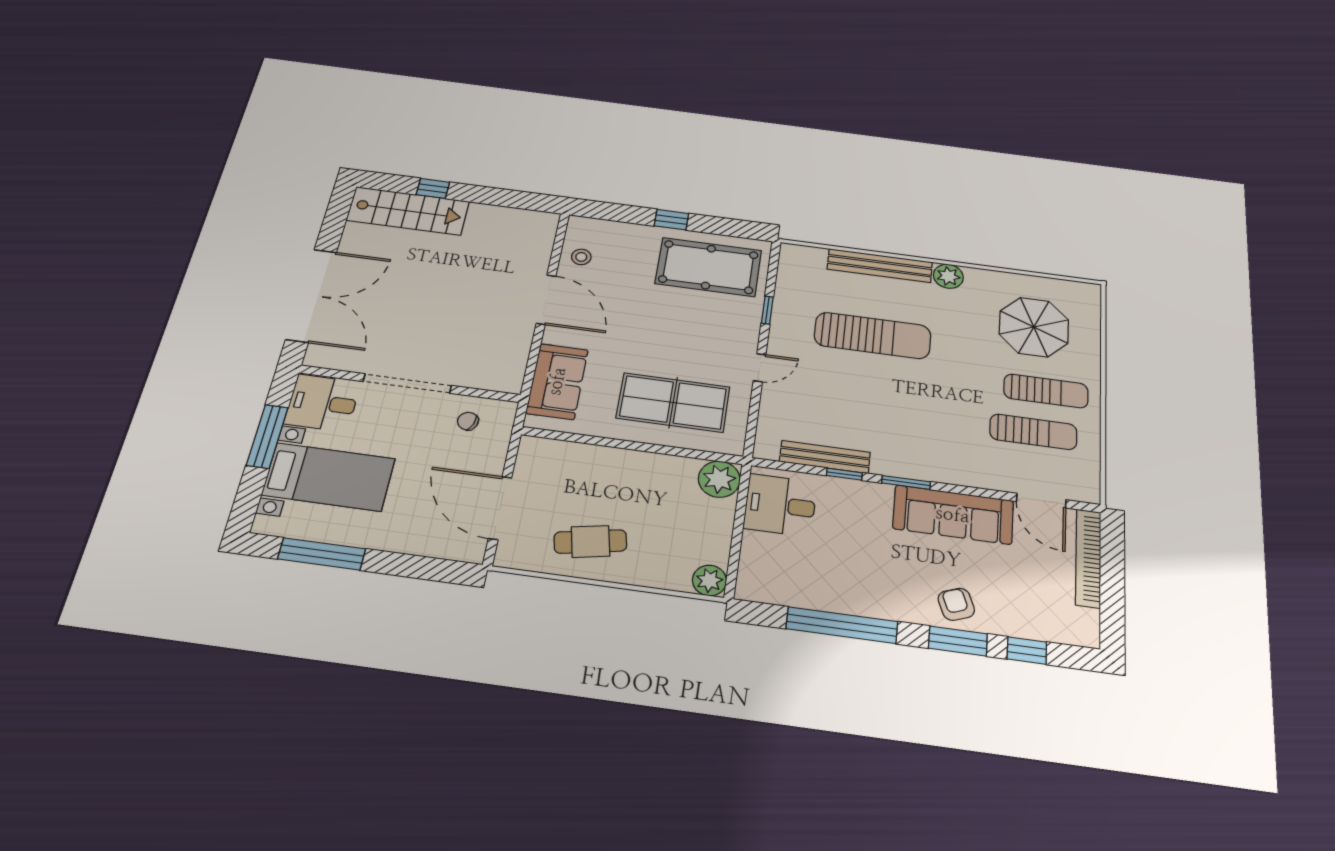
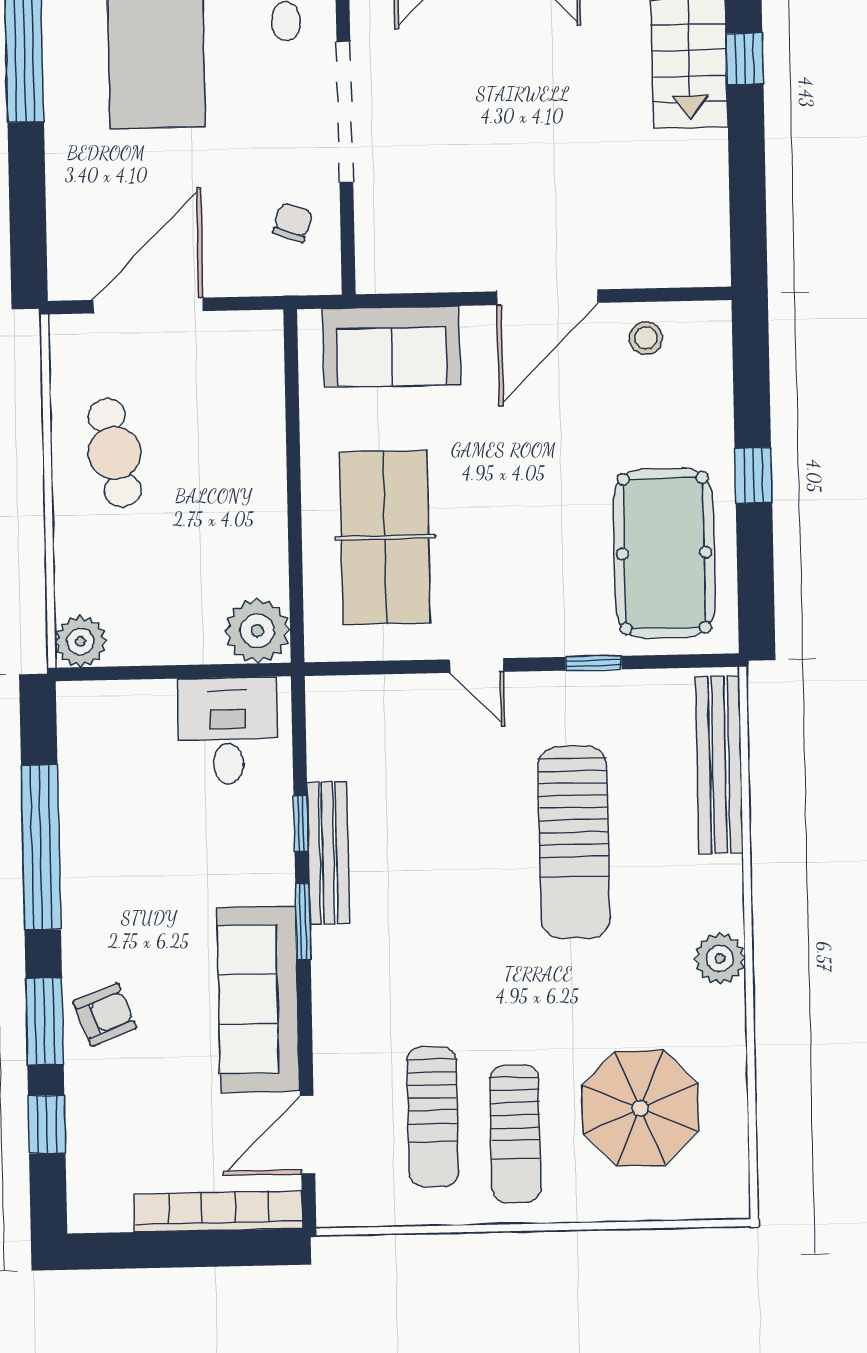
bench: (880, 266) -> (719, 765), moved
bench: (825, 457) -> (328, 853), moved

